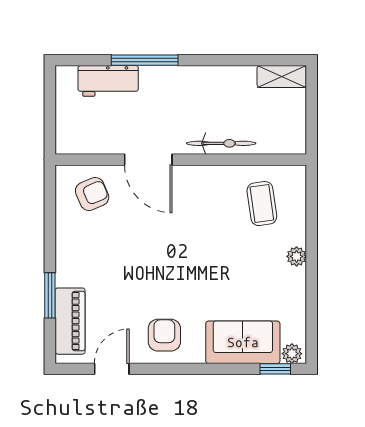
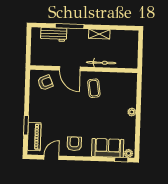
shelving: (282, 76) -> (99, 34), moved
coffee table: (262, 204) -> (94, 88), moved

